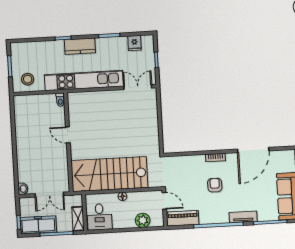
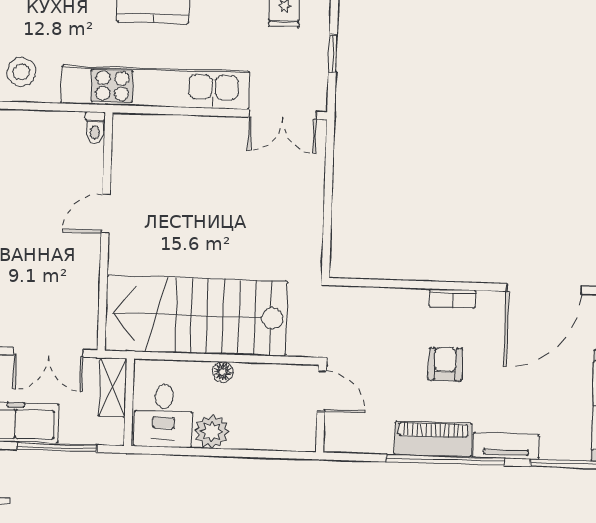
double door: (138, 87) -> (283, 114), swing flipped
door: (68, 135) -> (106, 214), hinge flipped
piano: (183, 218) -> (433, 439), moved
shelving: (78, 219) -> (113, 387), moved
plant: (143, 220) -> (212, 431), moved

